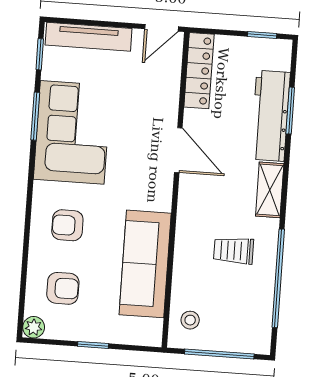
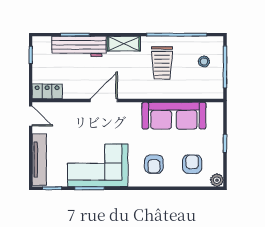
locker: (199, 71) -> (47, 91), width x0.66
trolley: (234, 251) -> (162, 63), width x1.36, depth x1.39
stool: (190, 320) -> (204, 61), moved

